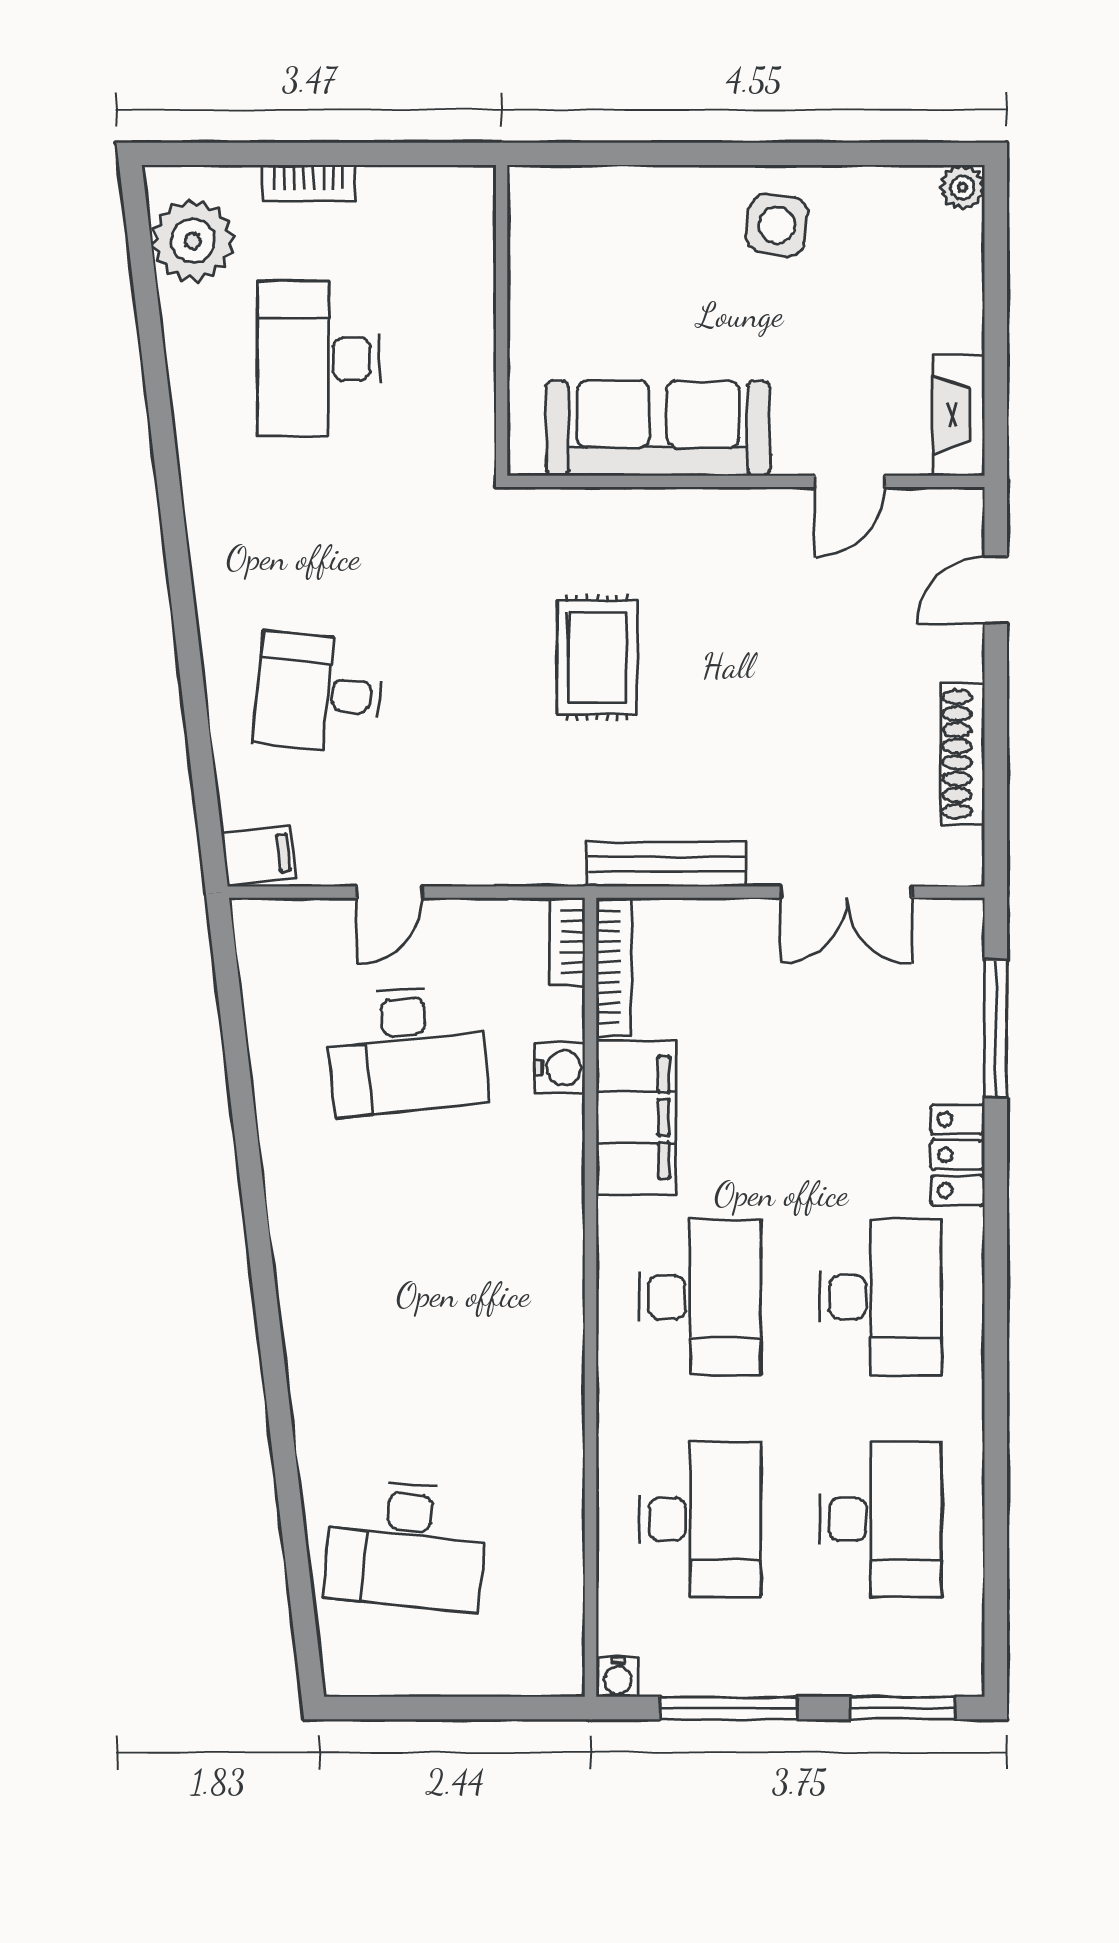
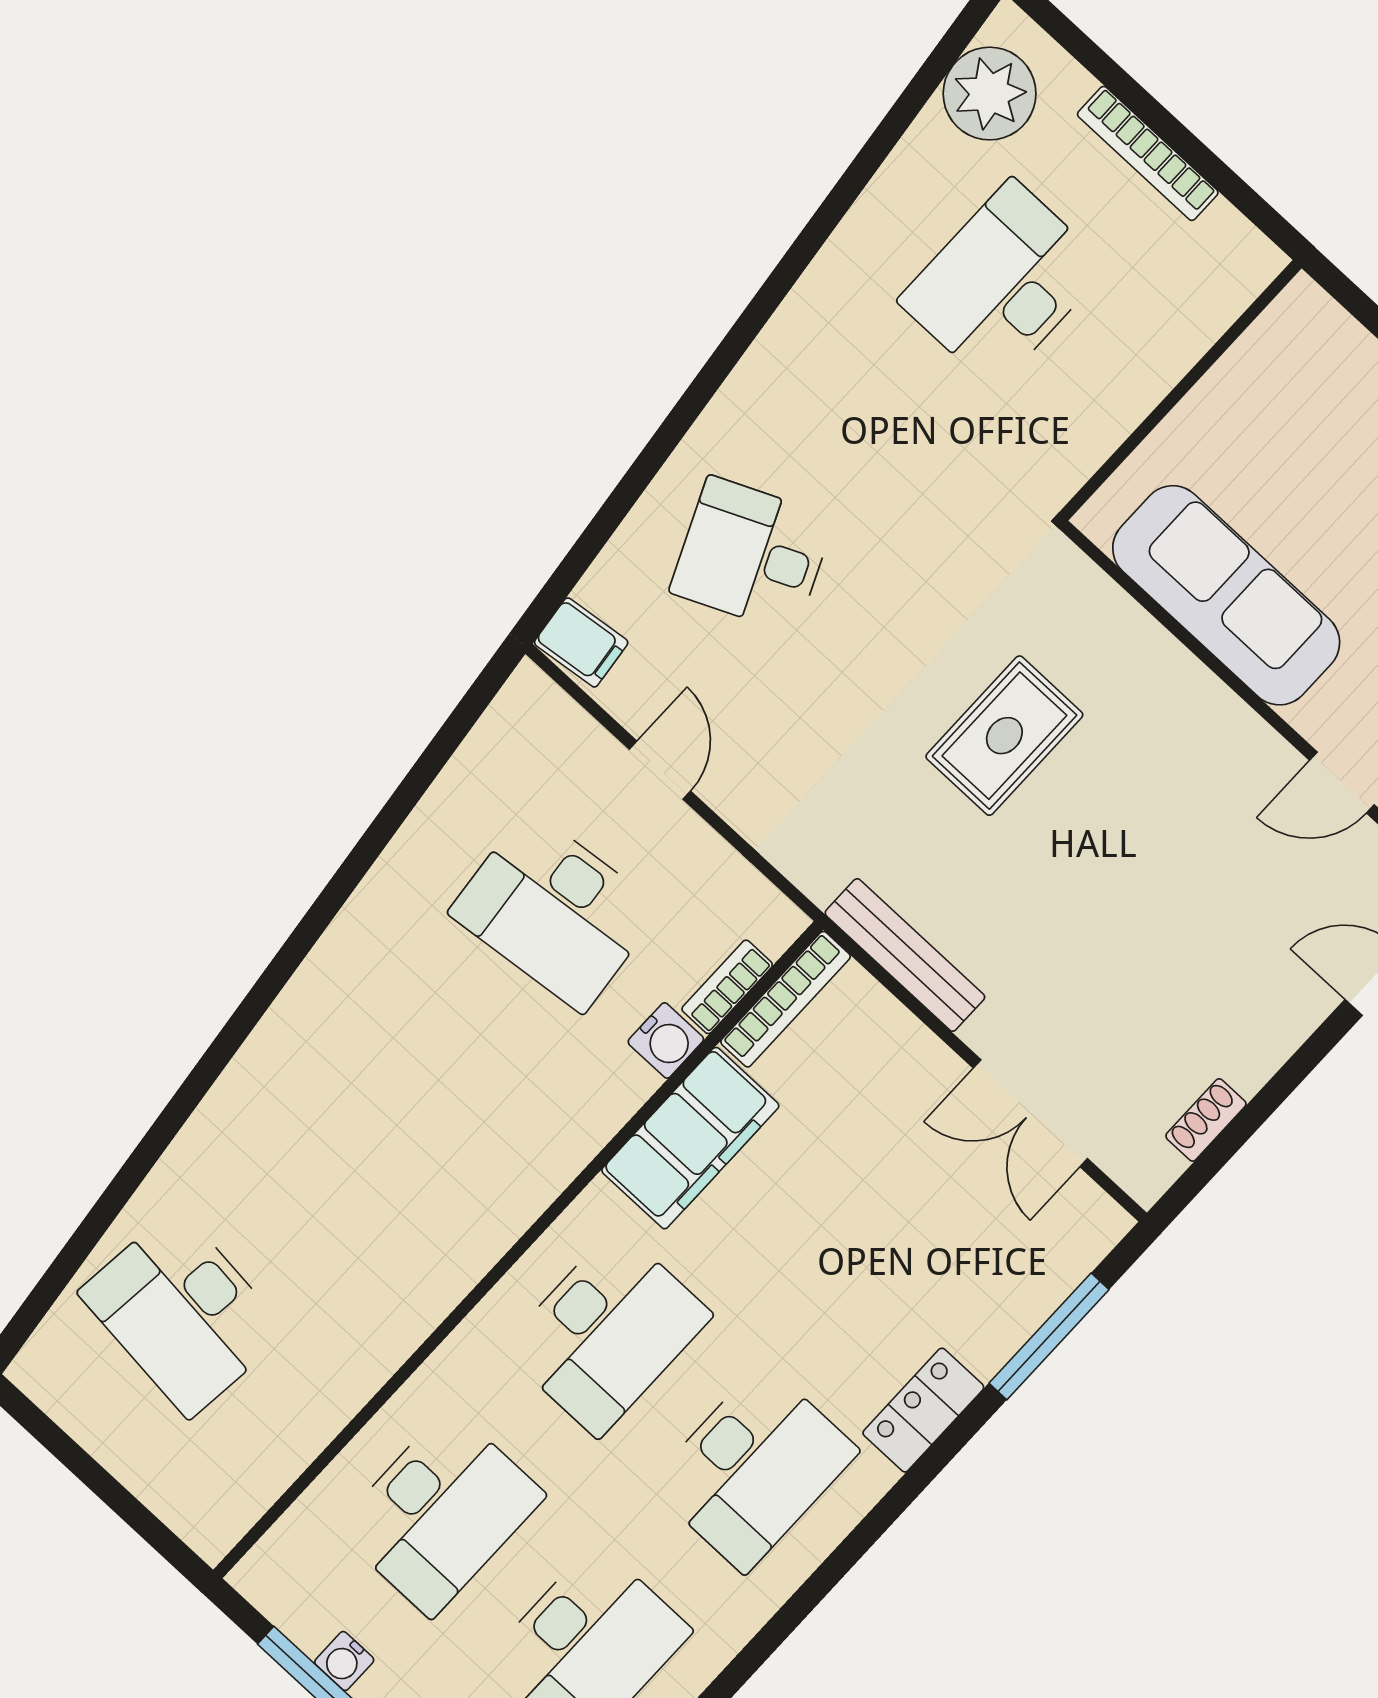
bookcase: (309, 183) -> (1148, 153), width x1.56
desk: (319, 693) -> (752, 555), turned -30
shoe rack: (963, 754) -> (1206, 1120), width x0.51, depth x0.81
door: (390, 892) -> (660, 770), swing flipped
bookcase: (567, 942) -> (727, 987), moved
water cooler: (618, 1677) -> (344, 1661), moved

